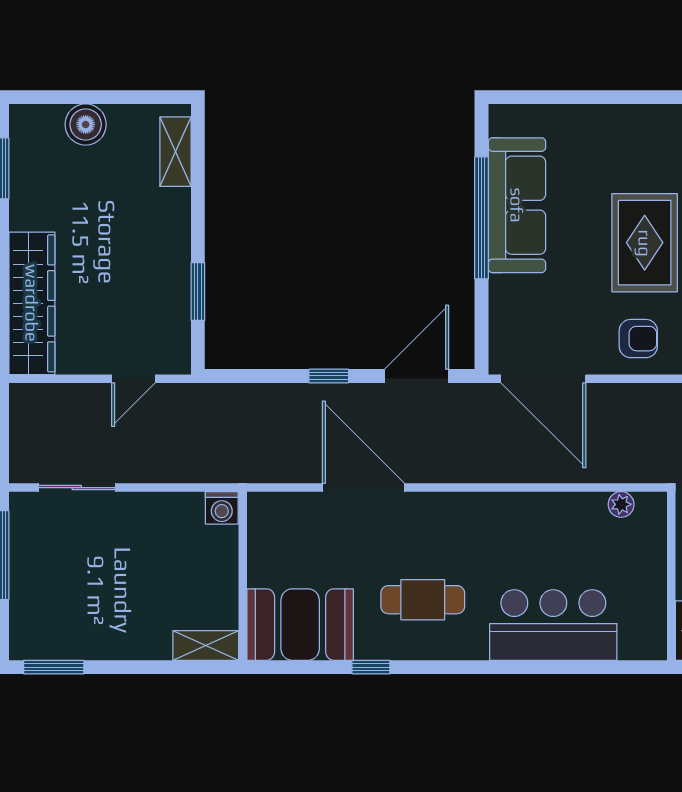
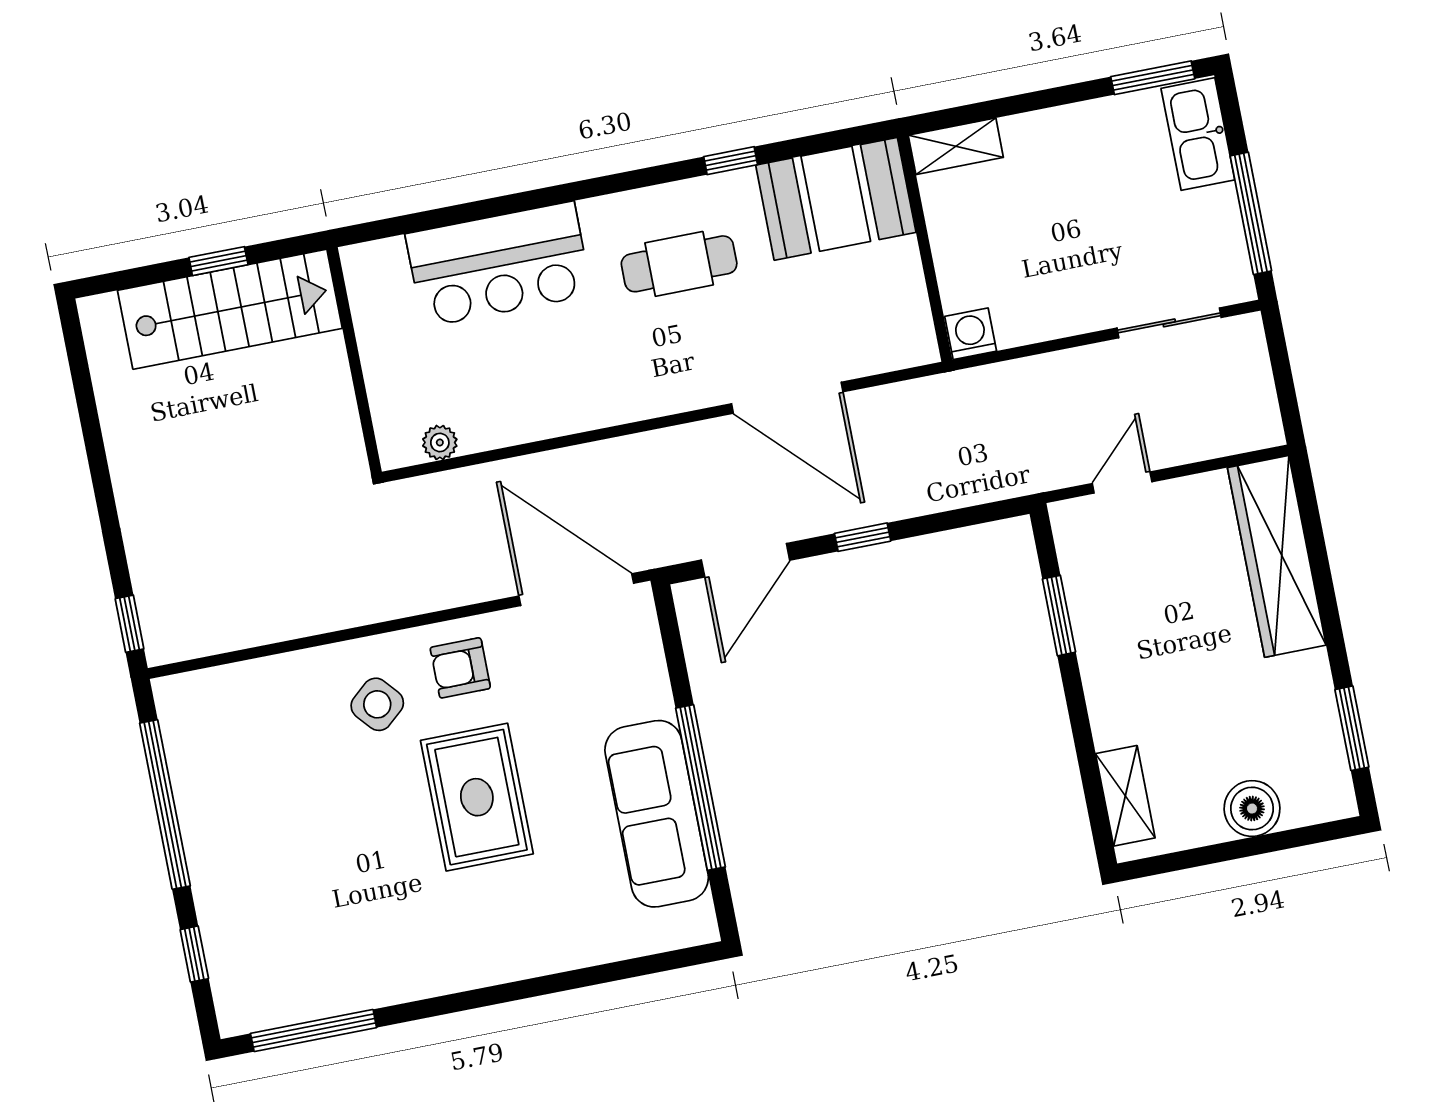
kitchen sink: (29, 620) -> (1198, 134), added

